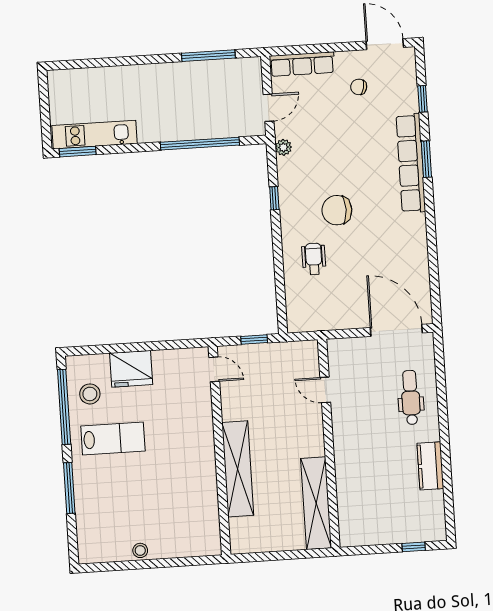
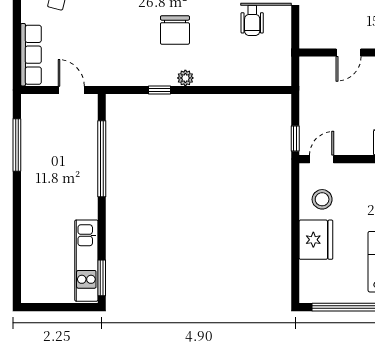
plant: (283, 147) -> (185, 78), moved
wheelchair: (314, 259) -> (252, 20), moved, turned -90
window: (254, 339) -> (295, 138), moved
stool: (90, 394) -> (322, 199), moved

